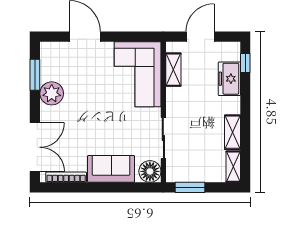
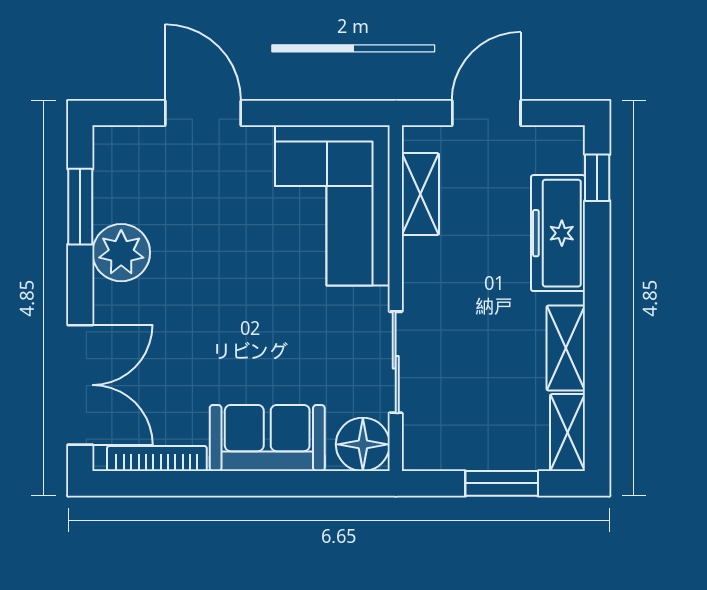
freezer: (229, 79) -> (558, 233), width x1.40
window: (190, 187) -> (502, 483), moved

